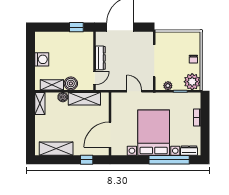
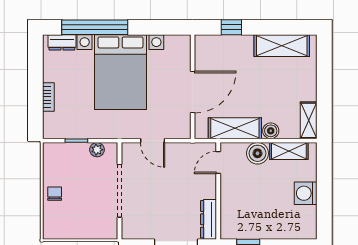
dresser: (100, 58) -> (209, 219), moved
plant: (192, 82) -> (57, 156), removed
door: (110, 135) -> (193, 92), moved

